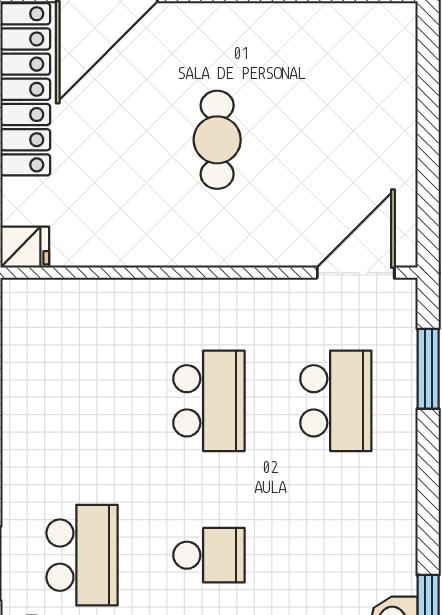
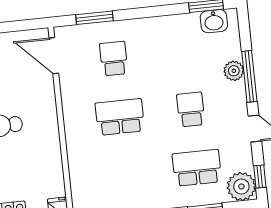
school desk: (336, 401) -> (114, 59), width x0.54

